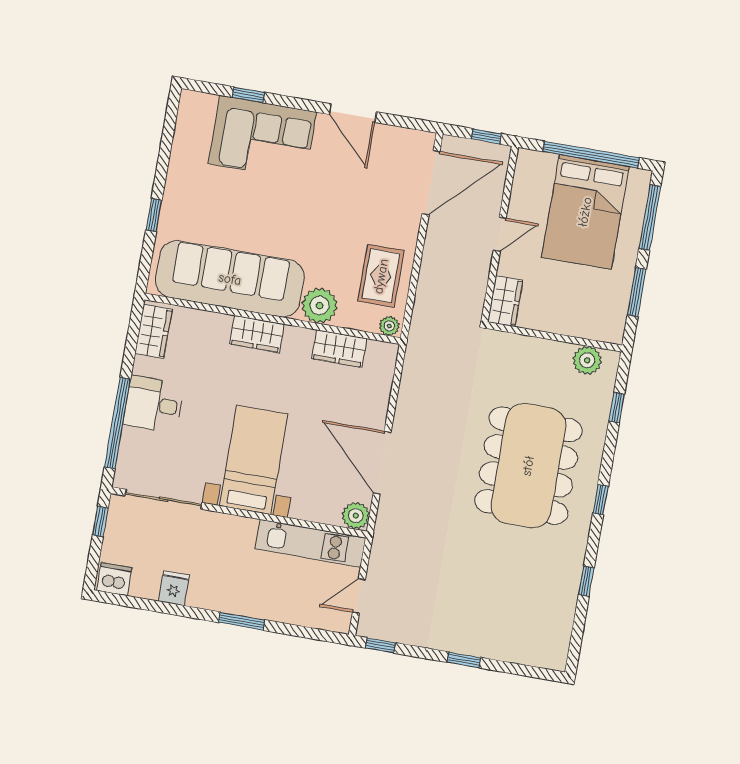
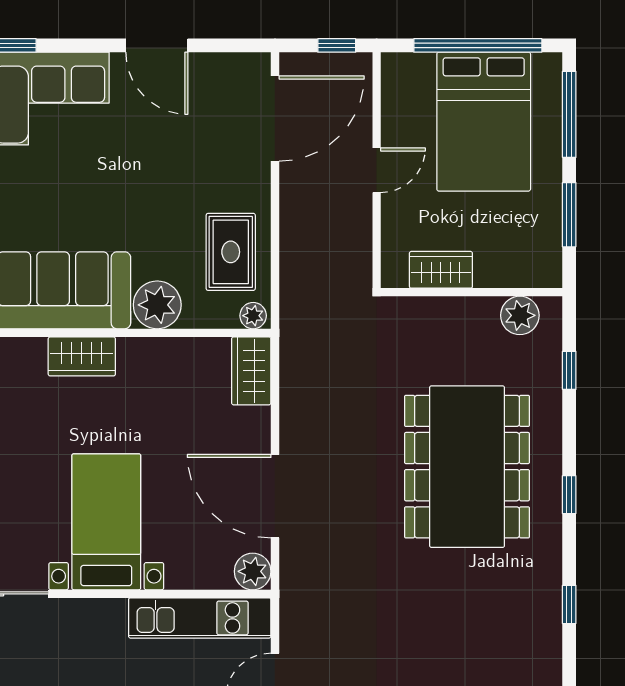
wardrobe: (505, 301) -> (441, 270), moved, turned -90
wardrobe: (339, 349) -> (251, 371), moved, turned 90

